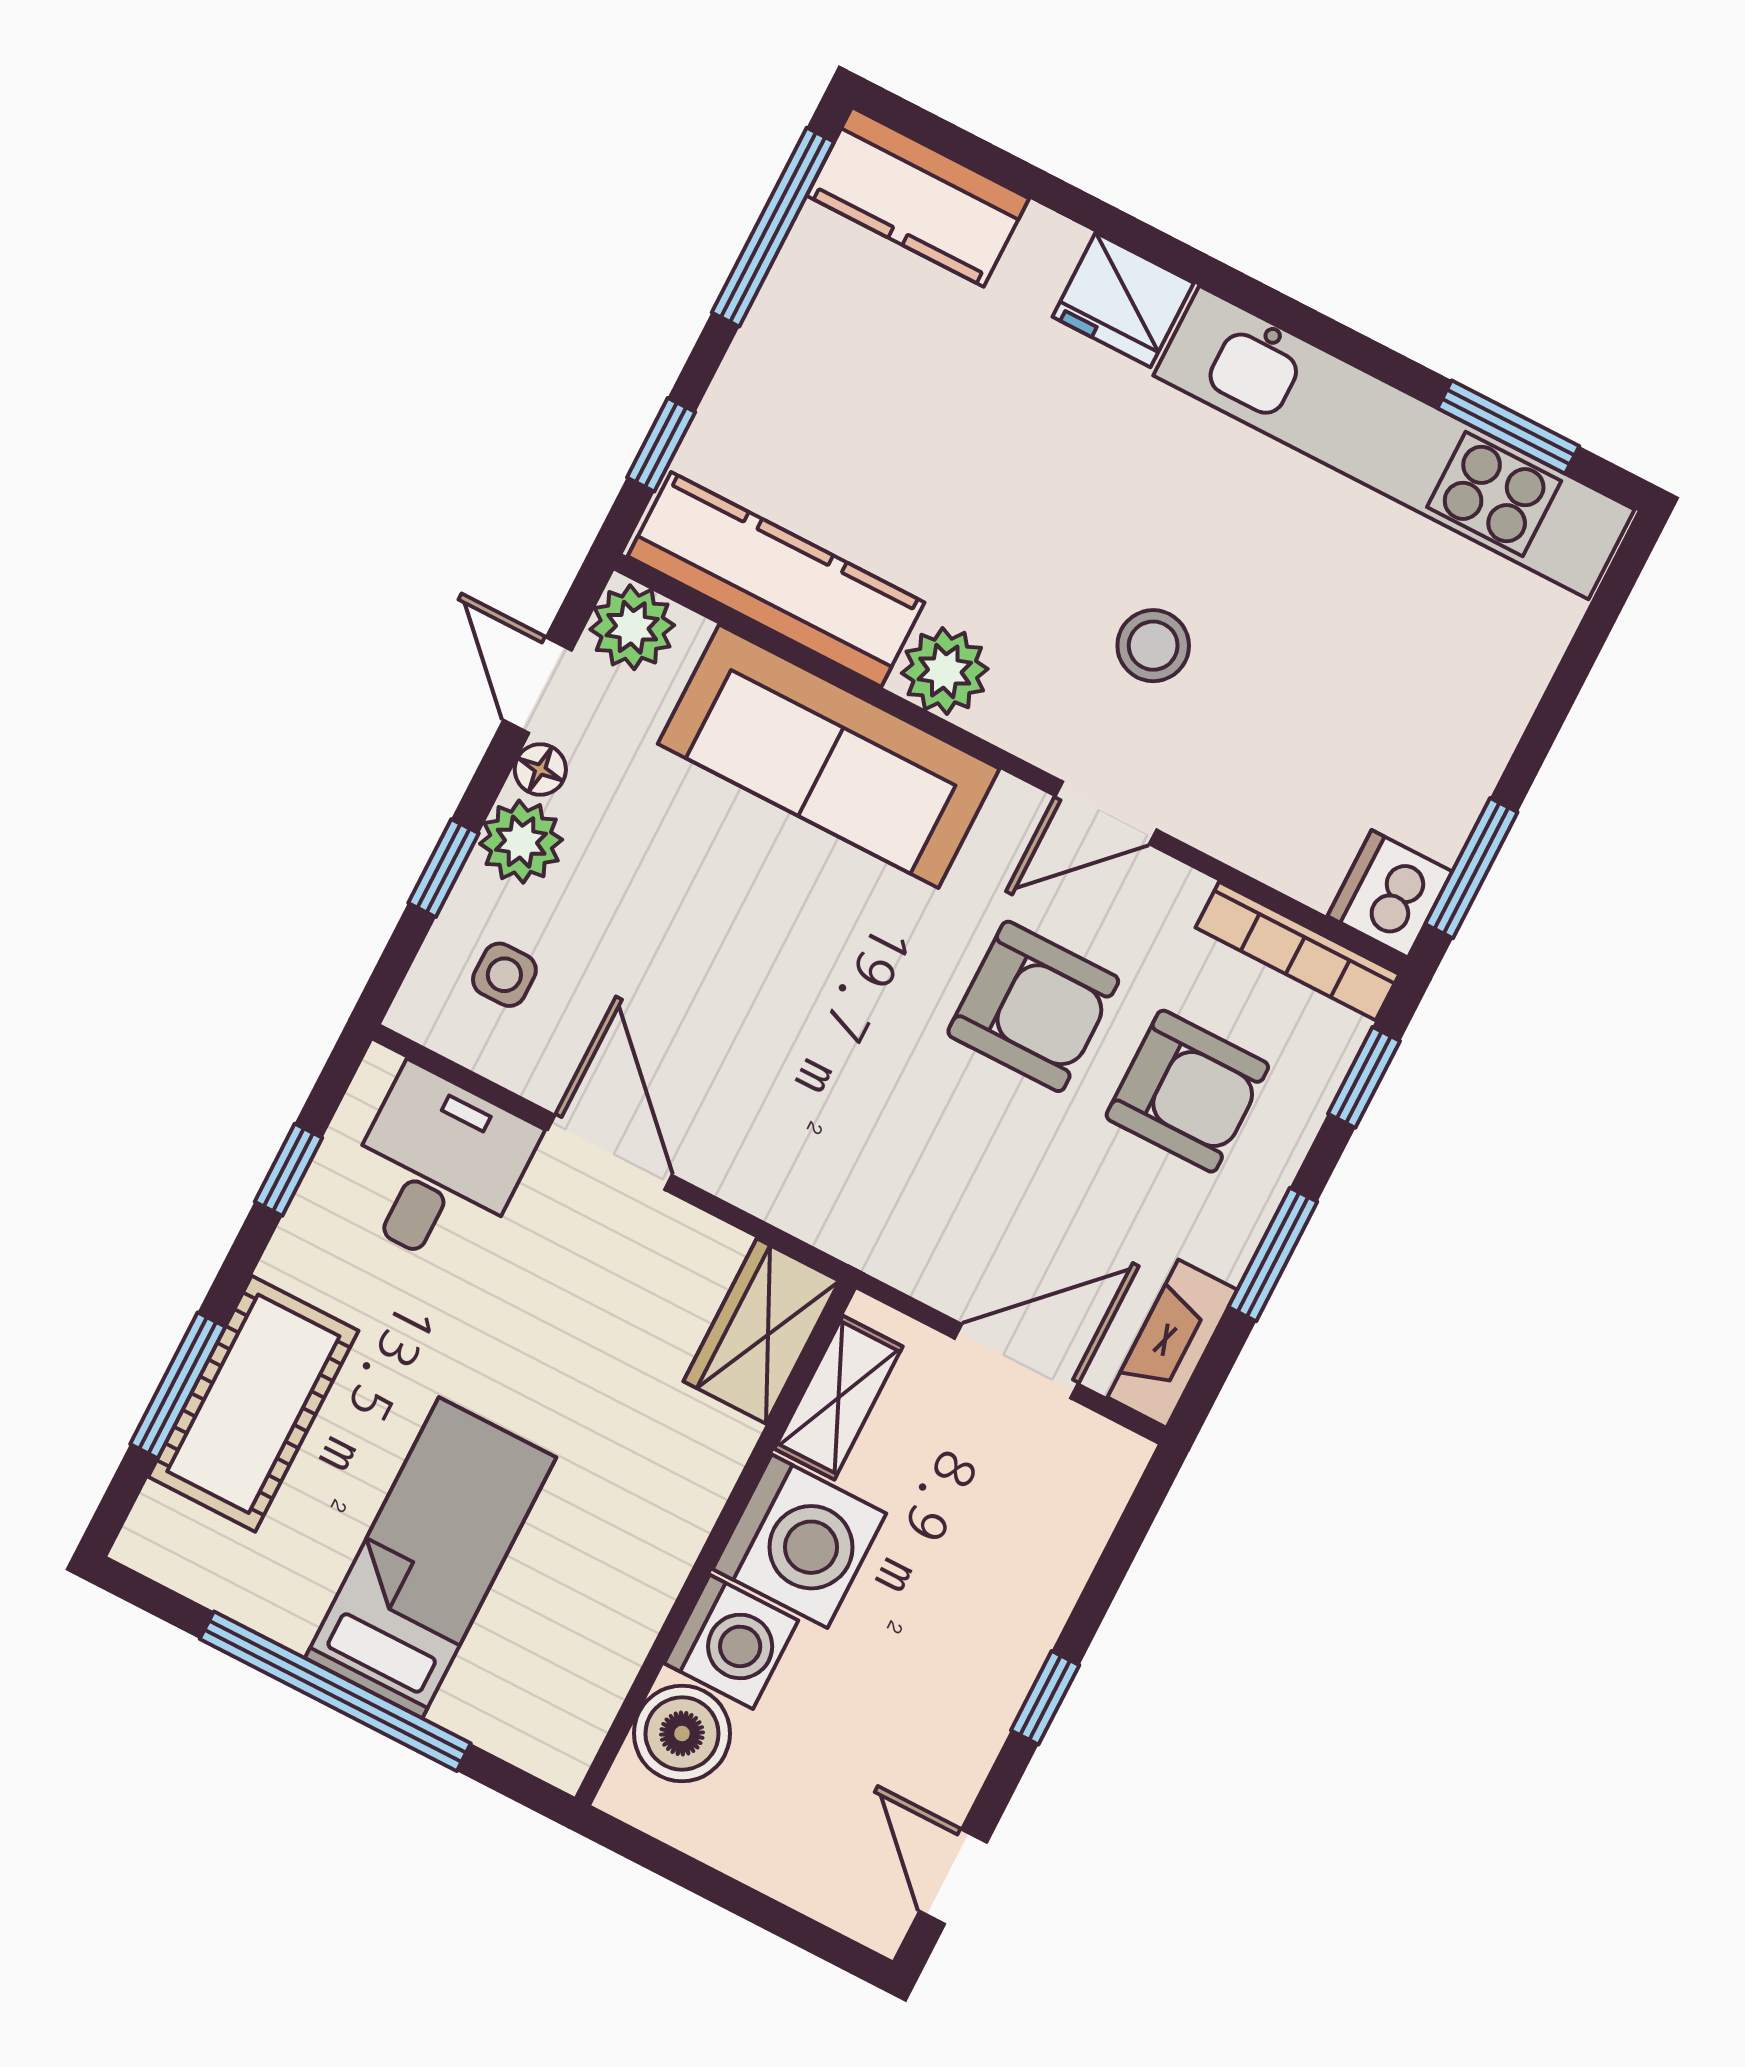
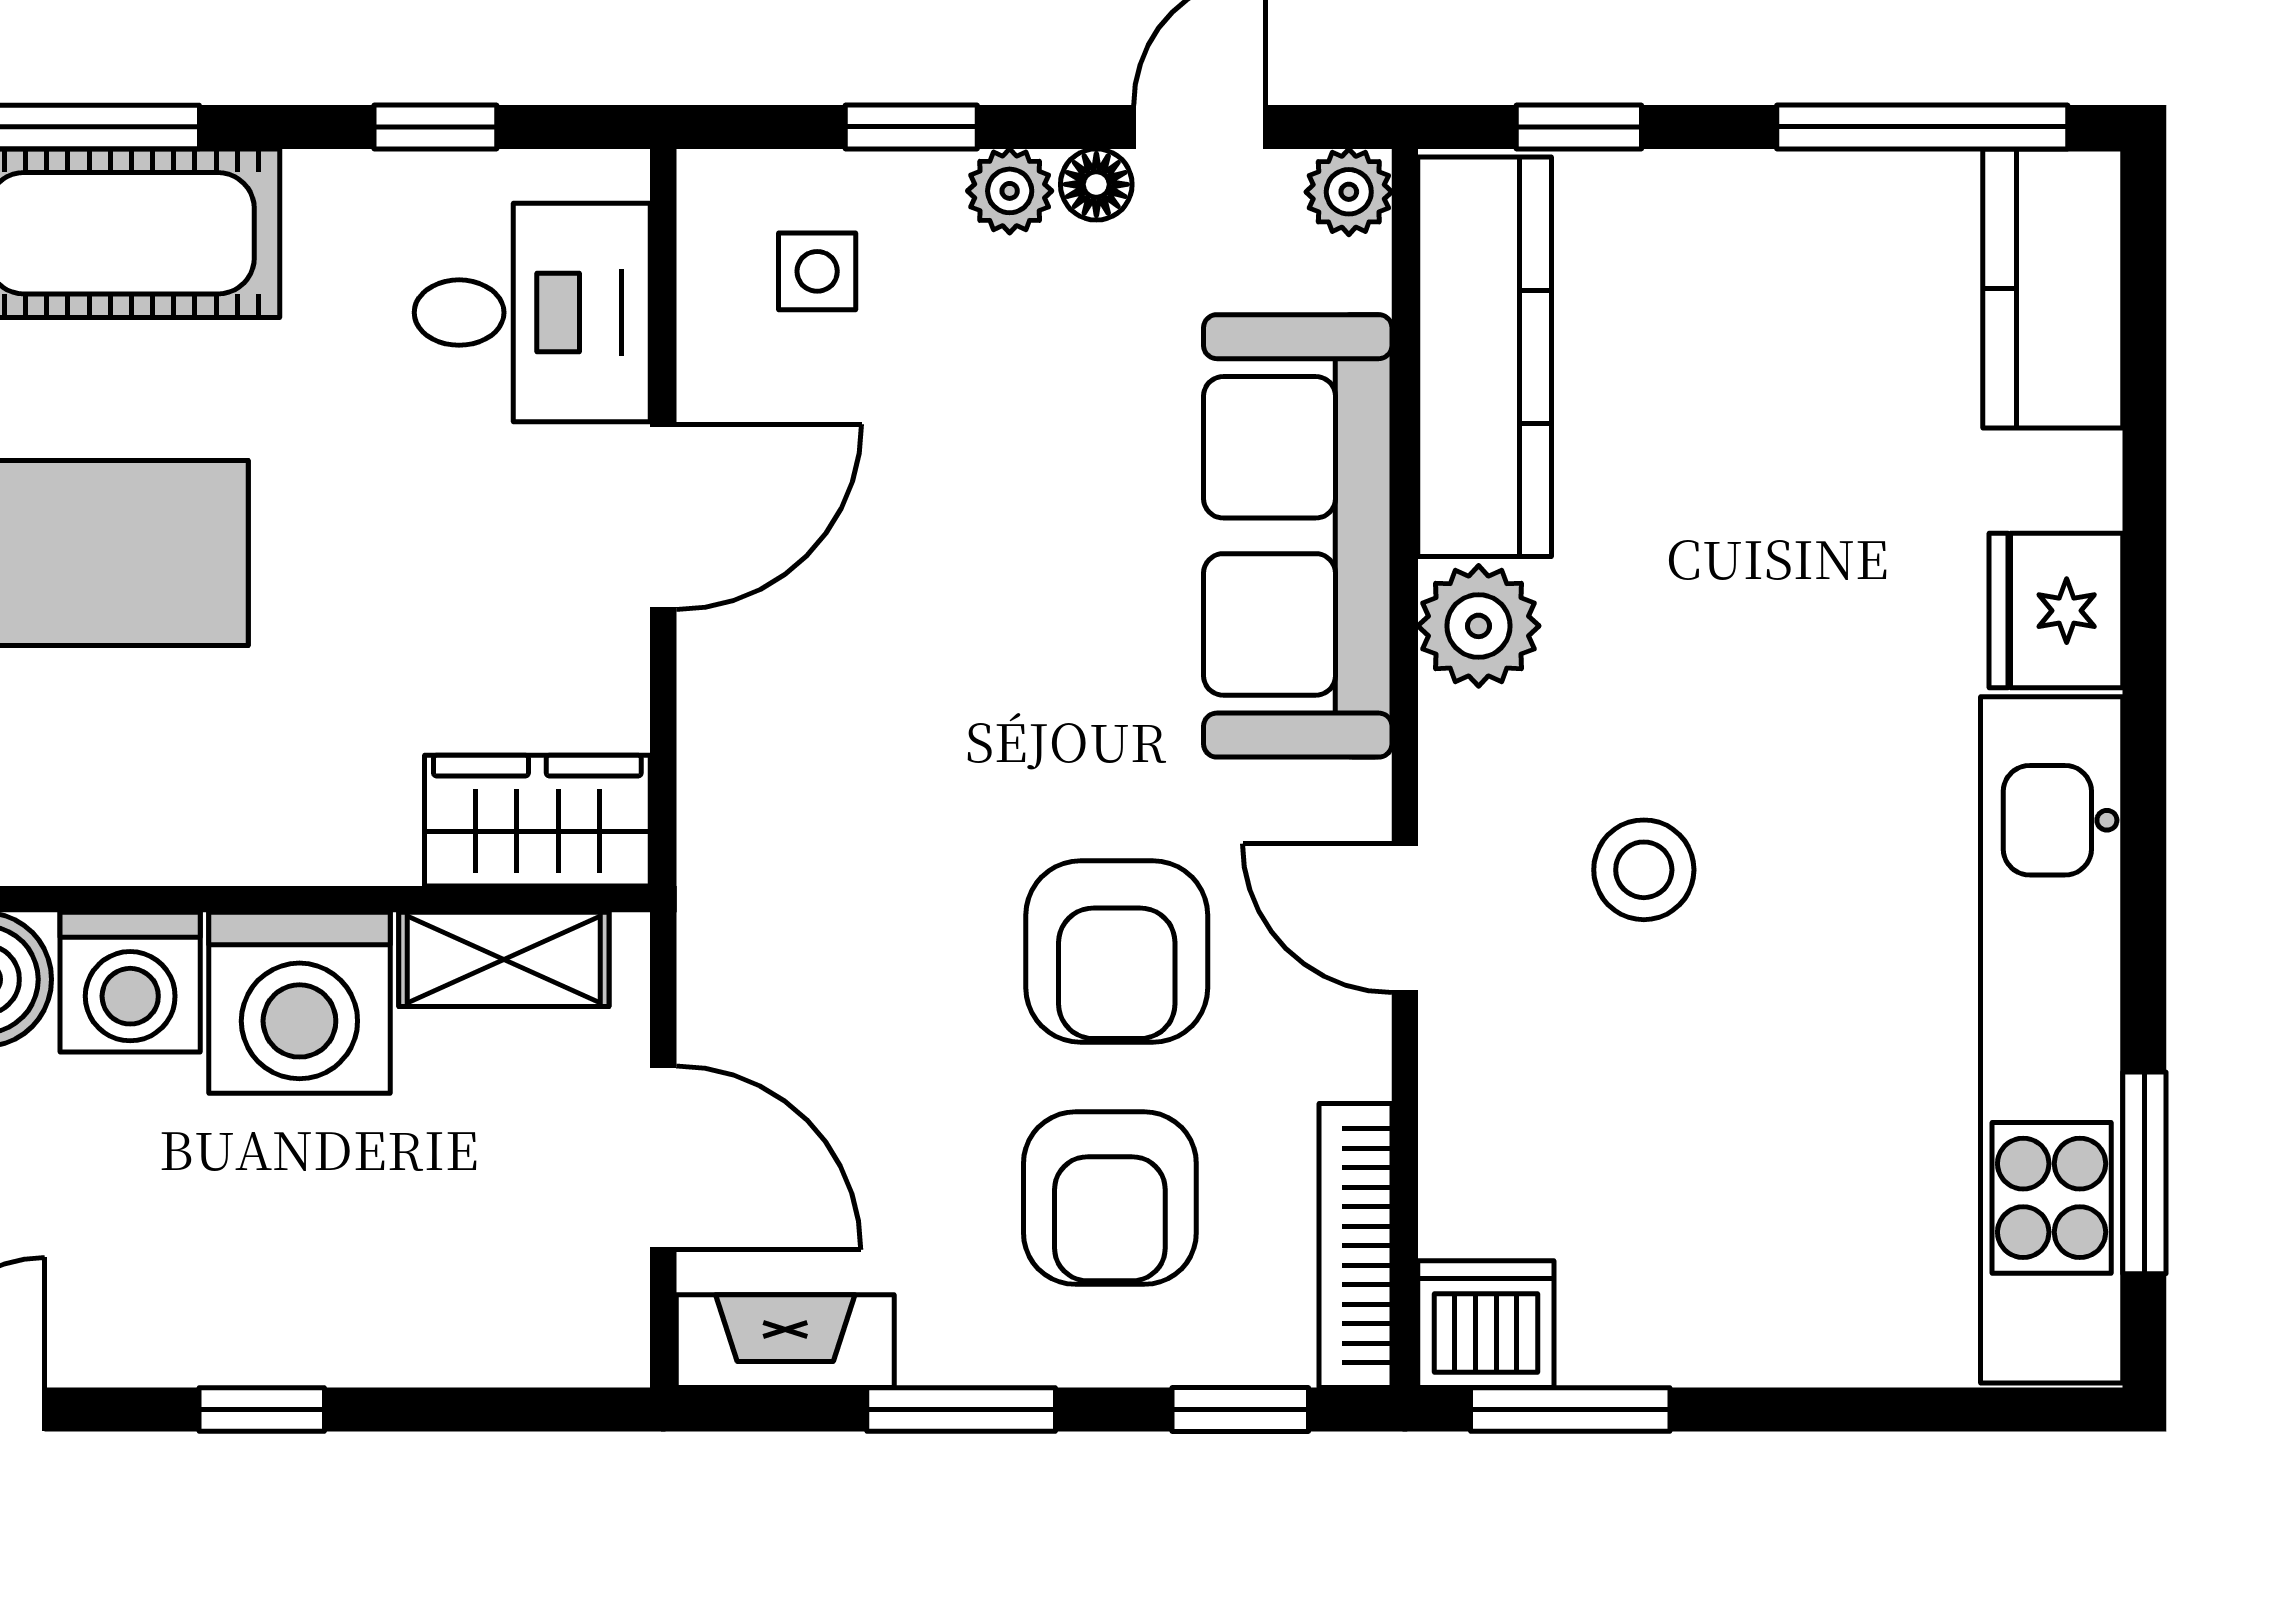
plant: (632, 627) -> (1349, 192), width x0.73, depth x0.73
plant: (521, 842) -> (1010, 191), width x0.73, depth x0.73

